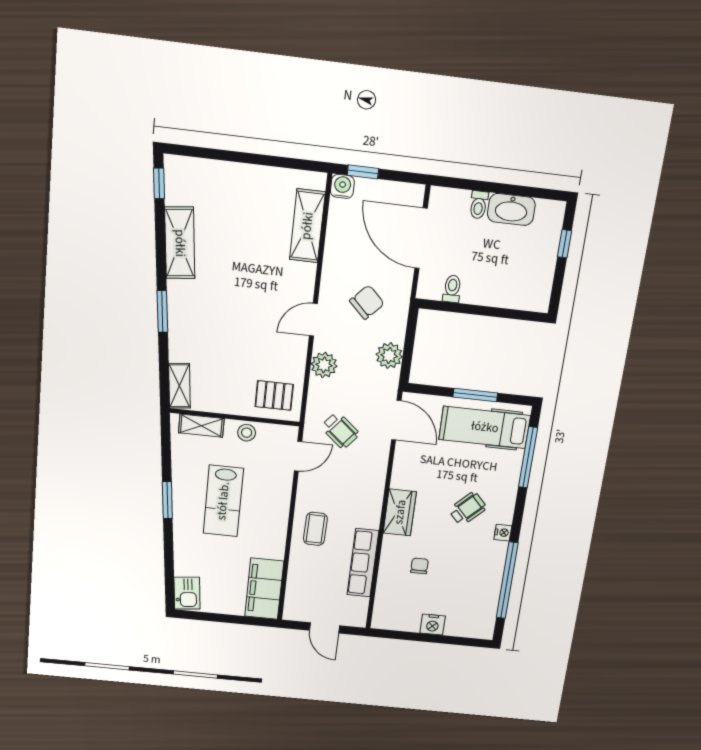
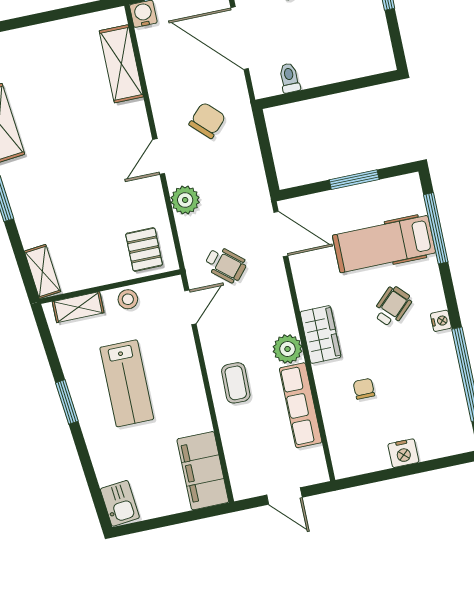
plant: (389, 356) -> (287, 349), moved
pallet: (274, 395) -> (144, 249), turned 90
hospital bed: (485, 427) -> (384, 244), moved

